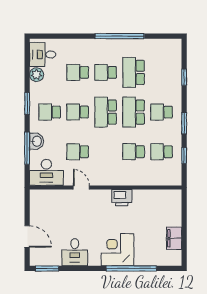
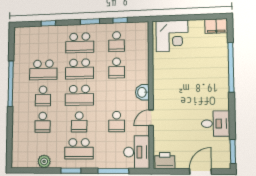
desk: (43, 55) -> (26, 155), removed
school desk: (50, 112) -> (79, 149), width x1.85
school desk: (162, 112) -> (80, 43), width x1.85
washbasin: (37, 141) -> (142, 92), moved, turned -90
printer: (122, 198) -> (165, 161), moved, turned -90
filing cabinet: (174, 238) -> (216, 26), moved
corner desk: (117, 250) -> (172, 36), moved, turned -90

